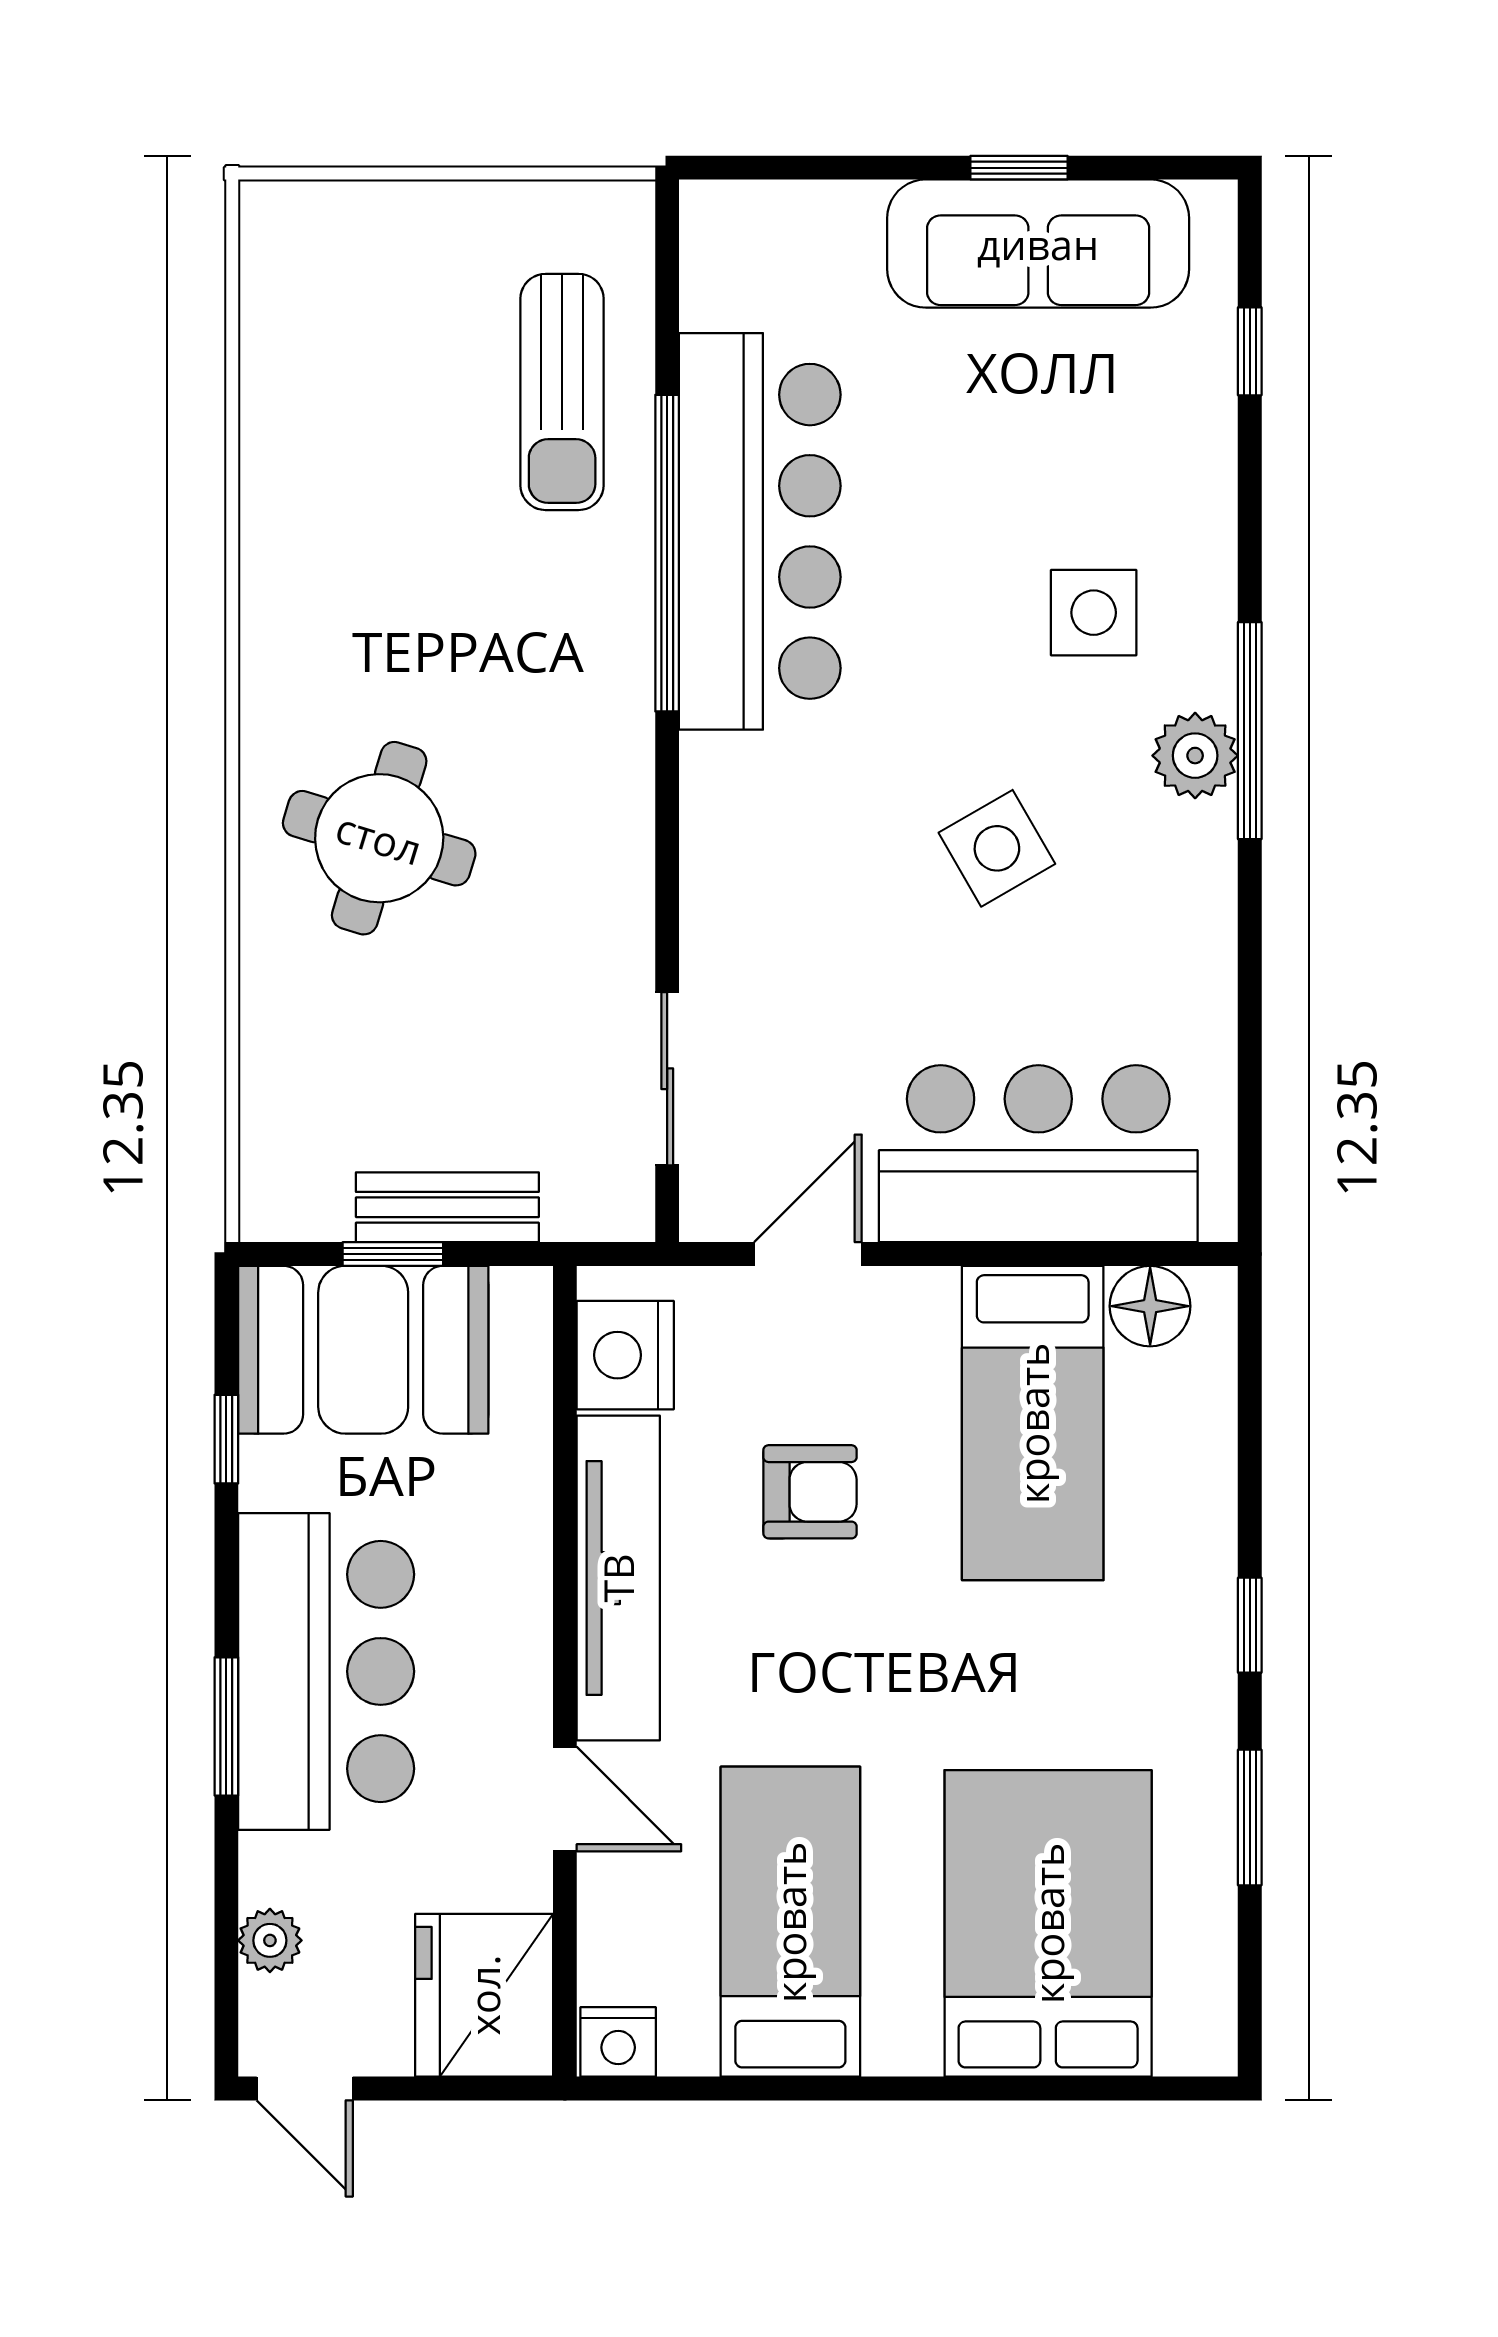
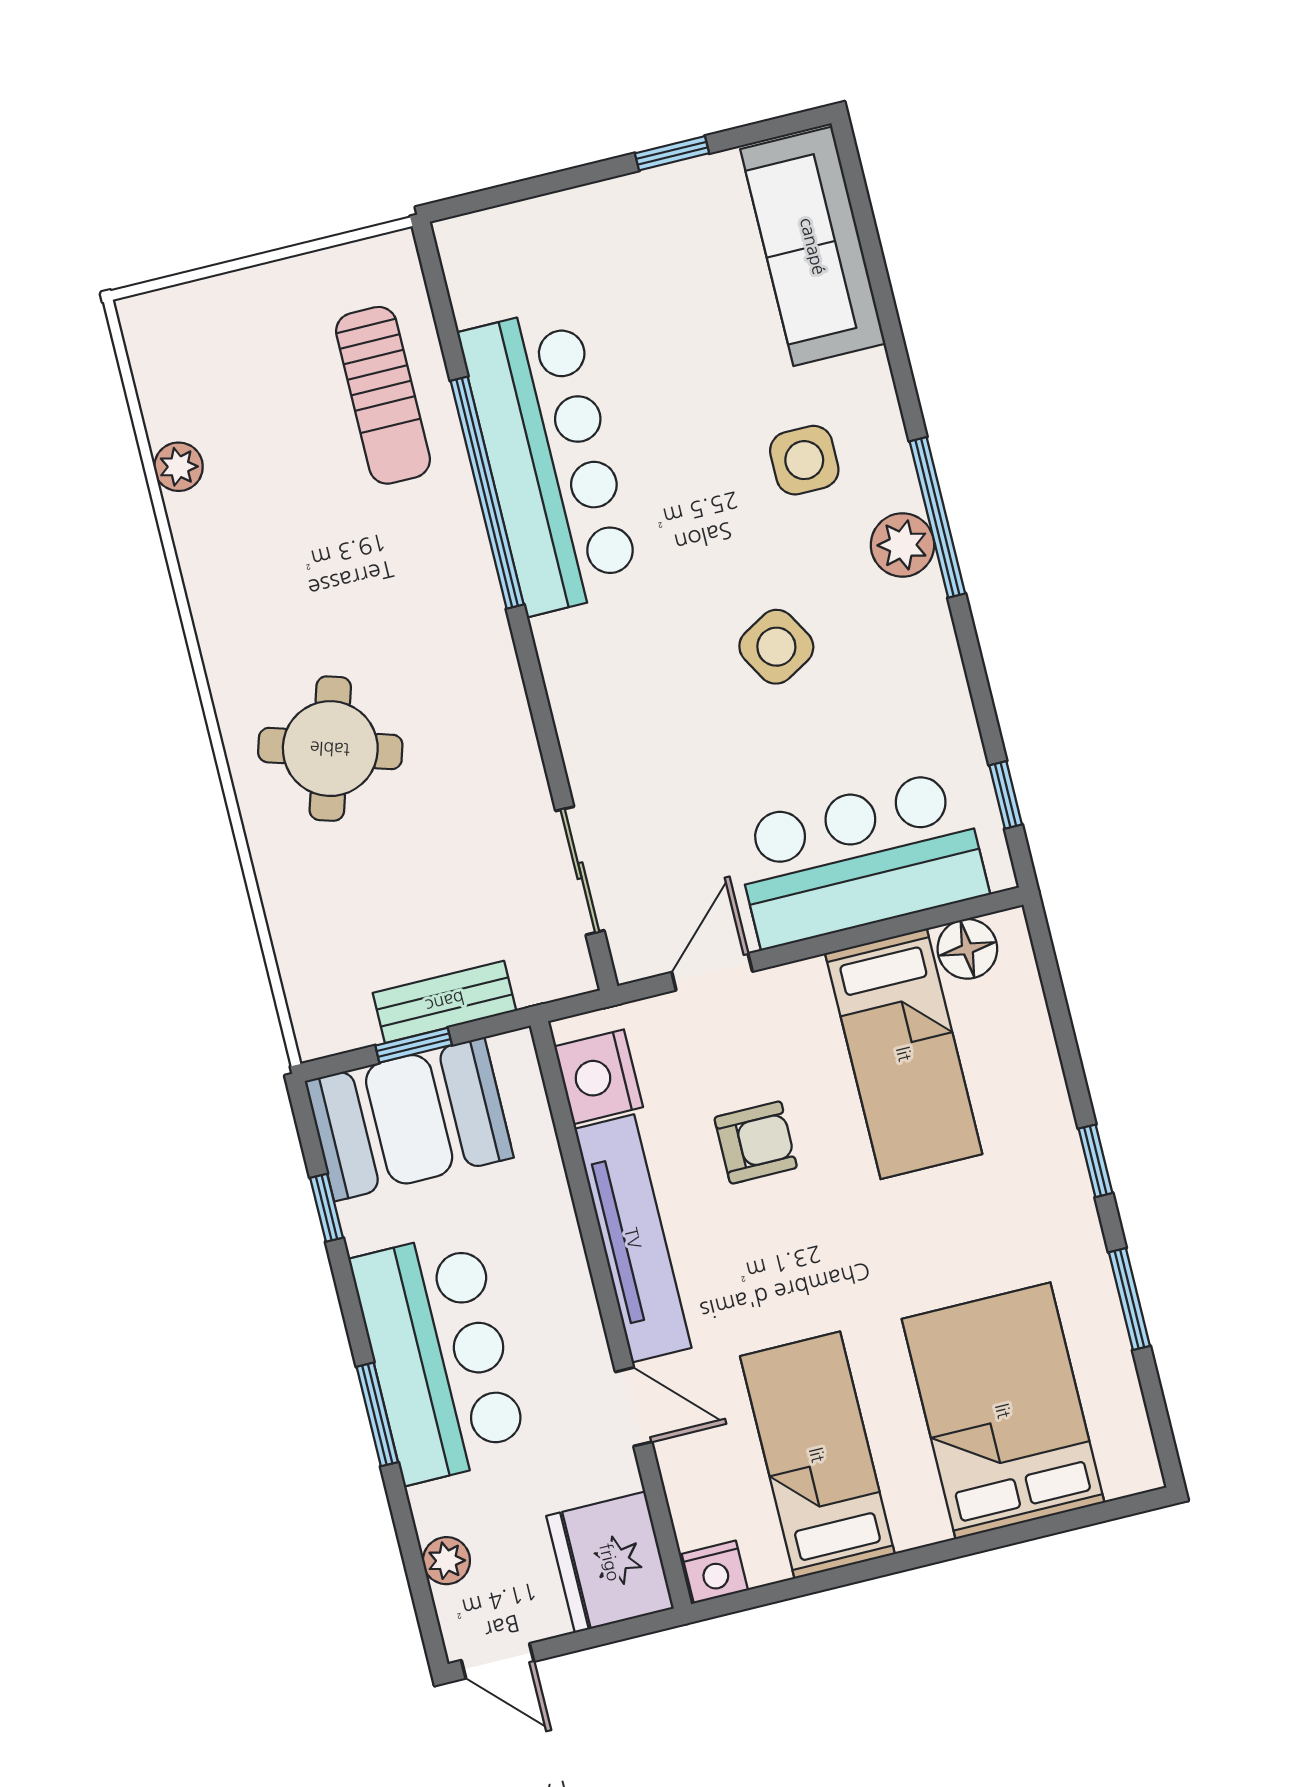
sofa: (1038, 244) -> (813, 246), moved, turned 90
window: (1250, 351) -> (1006, 795), moved
plant: (271, 420) -> (178, 467), added

